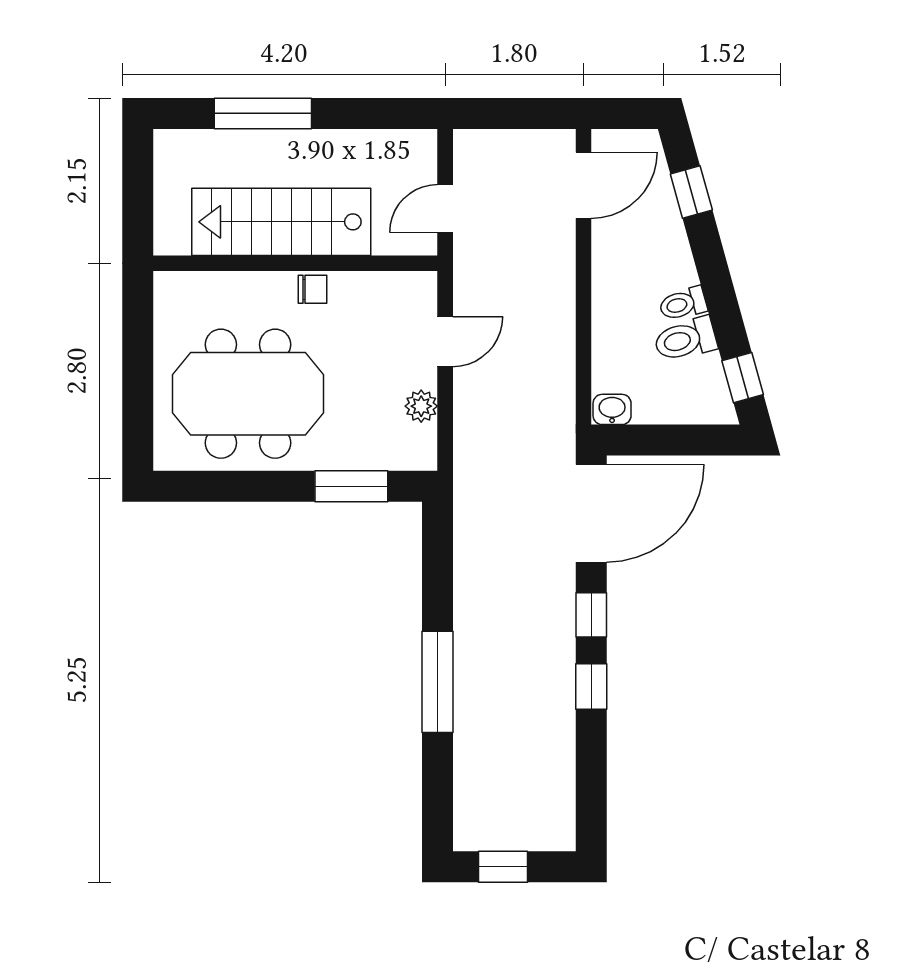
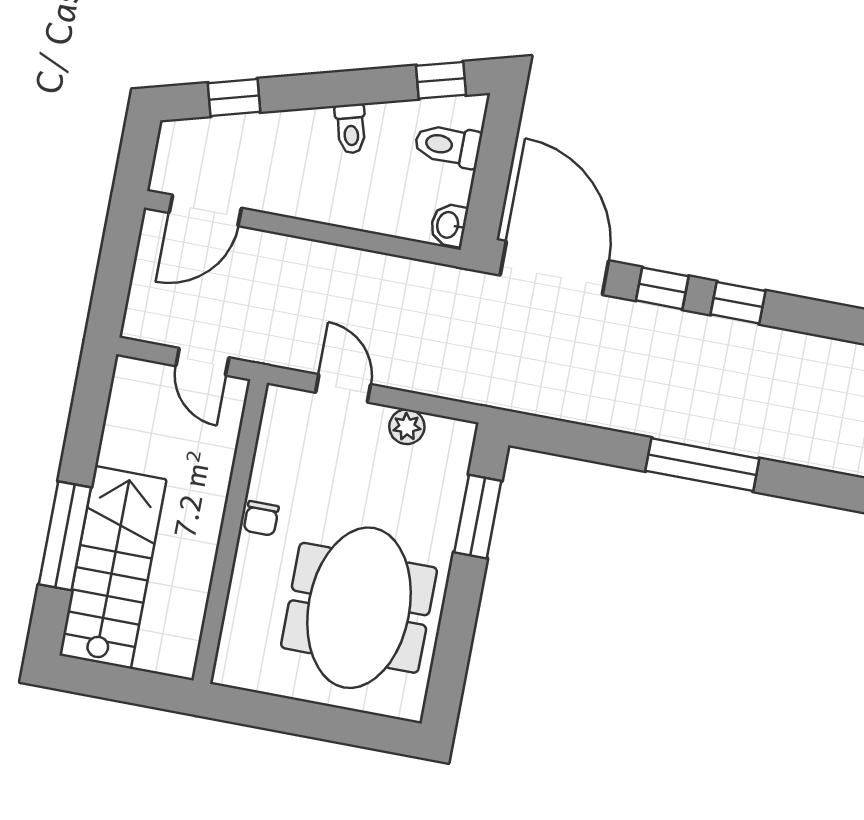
door: (584, 185) -> (205, 210), swing flipped
stairs: (281, 222) -> (113, 567), moved, turned 180
chair: (313, 289) -> (261, 518), turned 180
toilet: (685, 339) -> (448, 145), moved, turned 105

